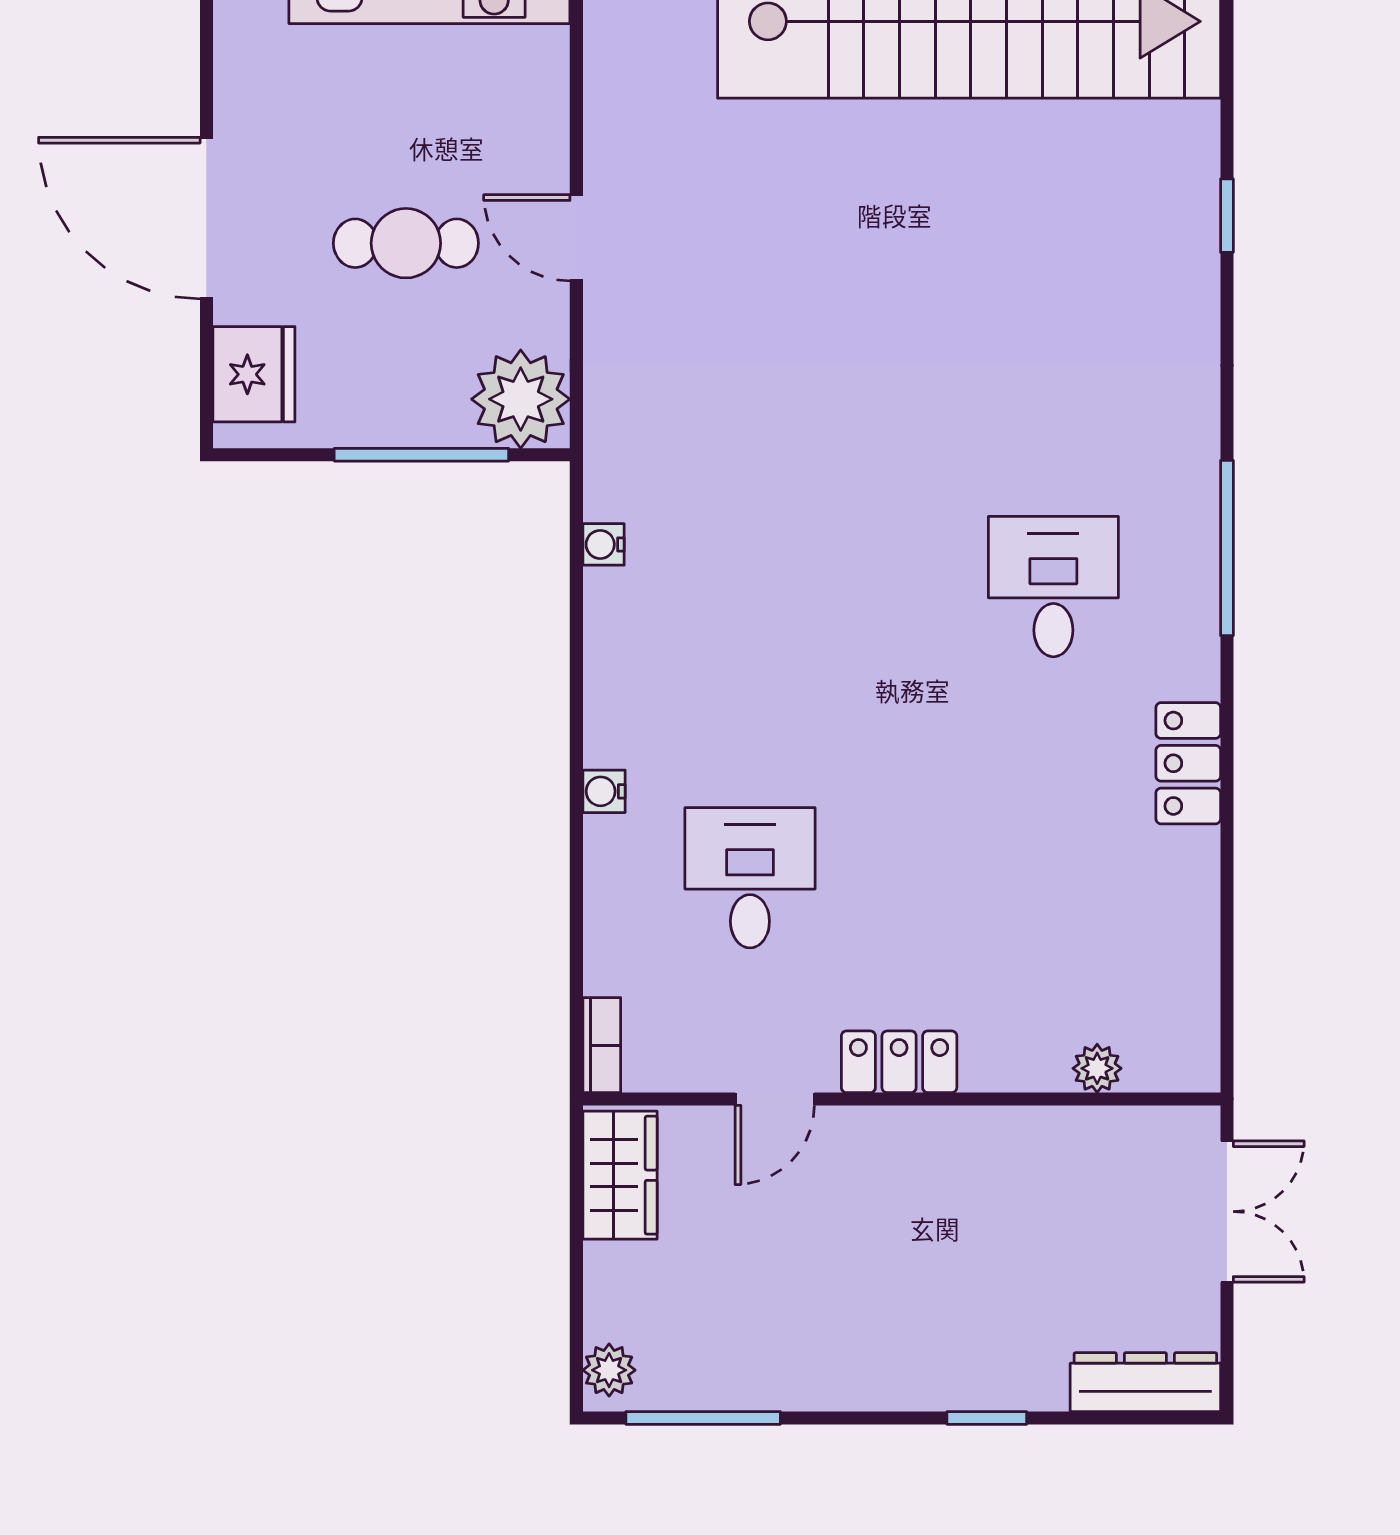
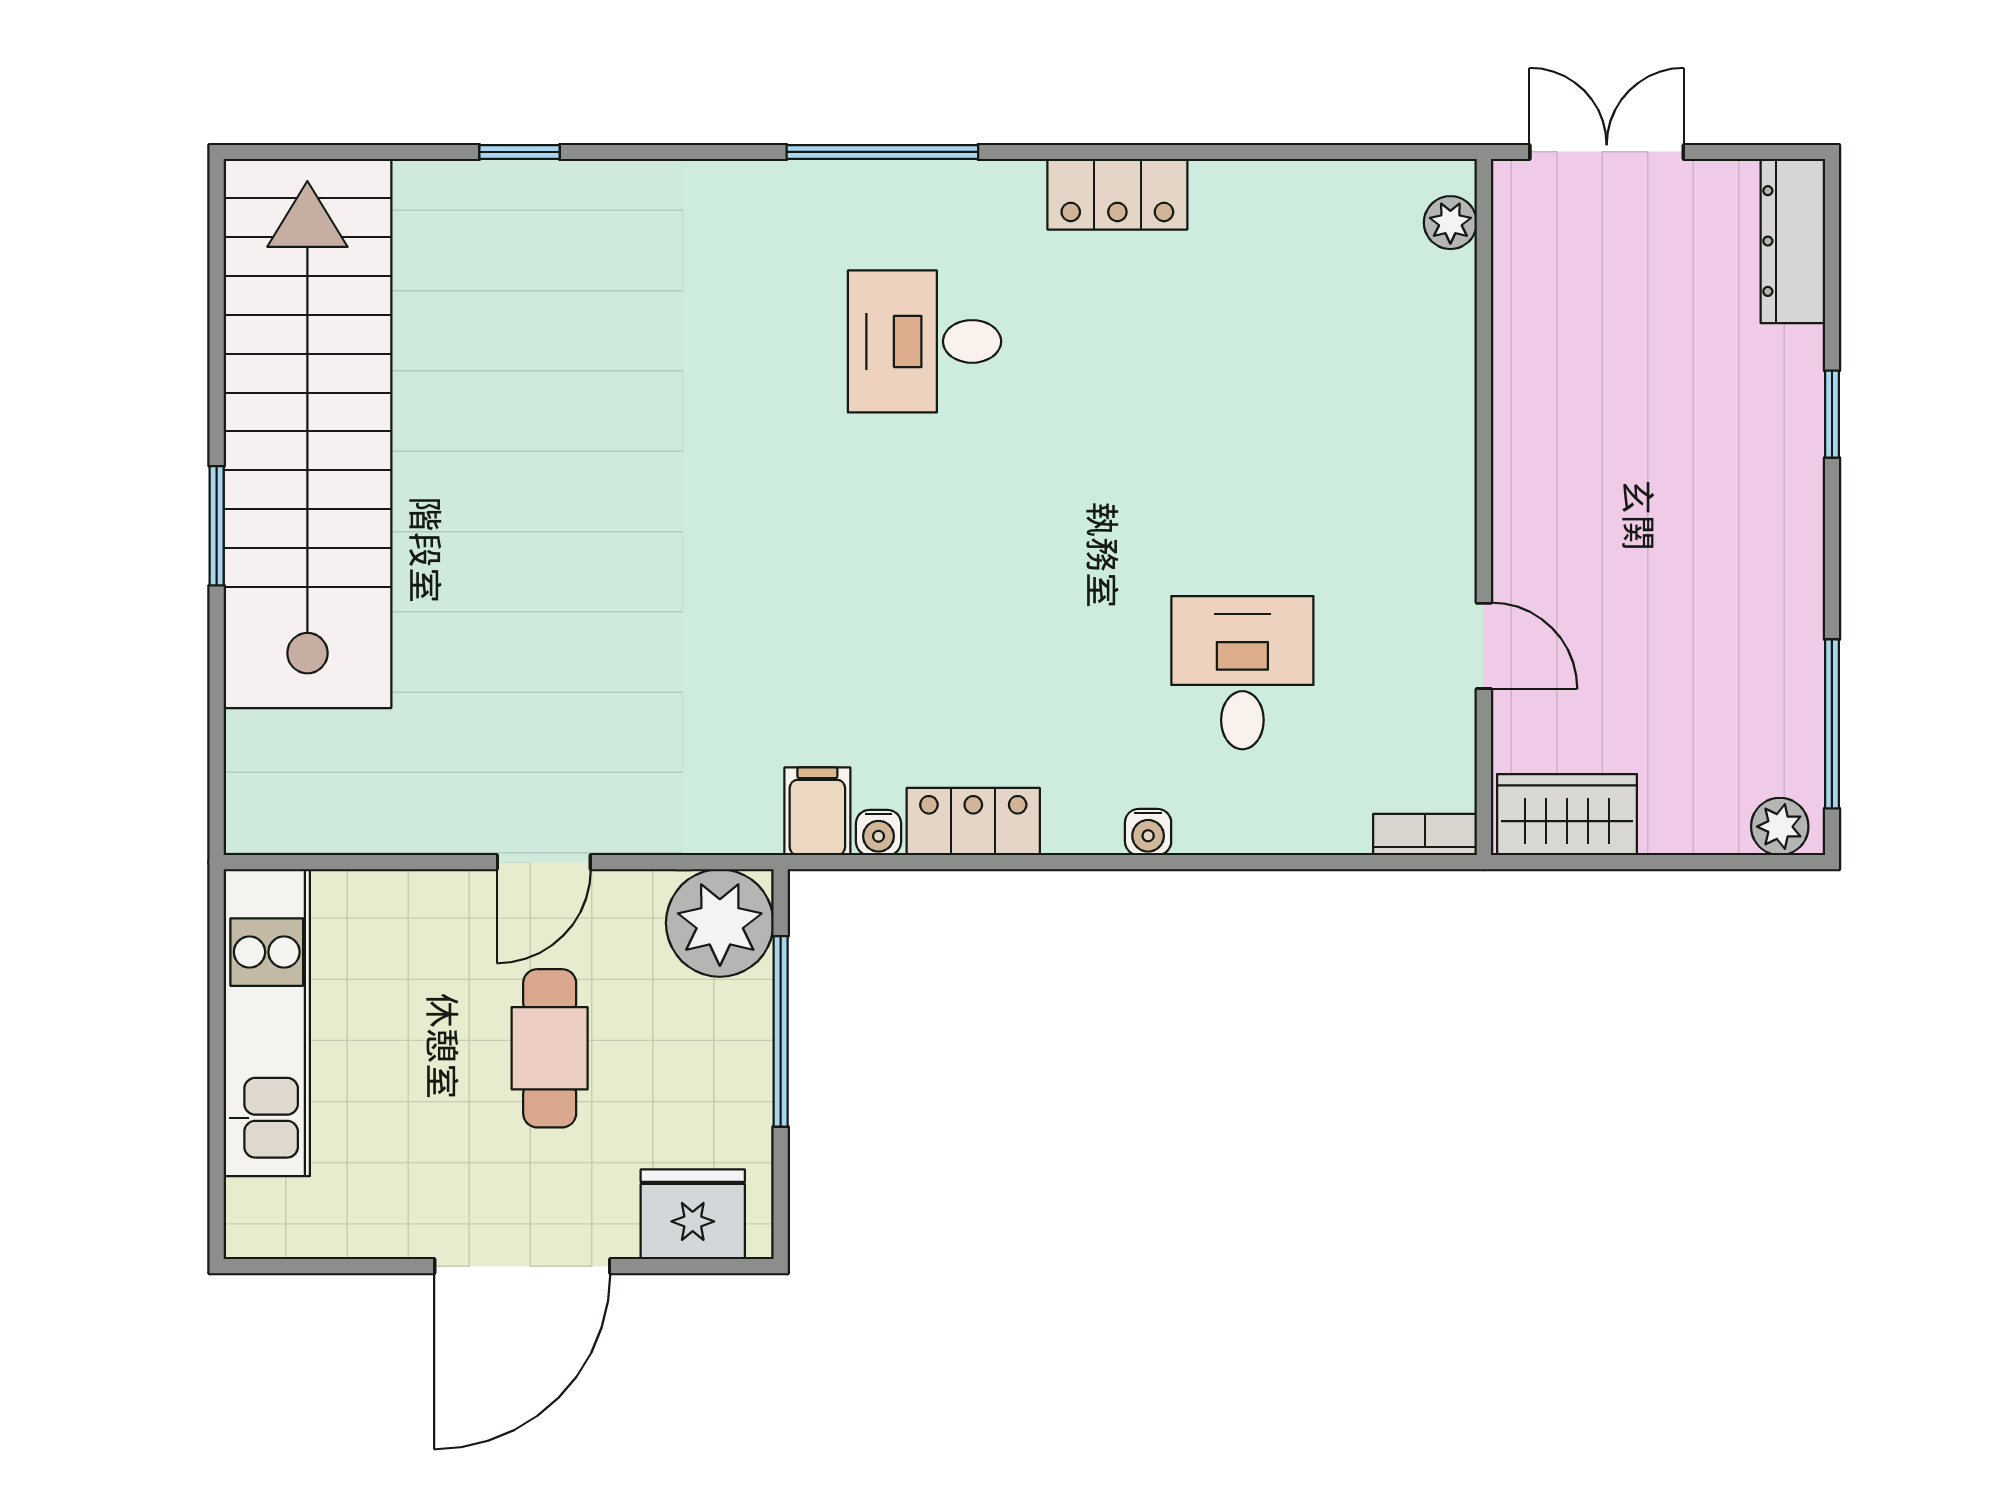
filing cabinet: (623, 488) -> (817, 811), added
desk: (750, 878) -> (1242, 673), turned 90
locker: (899, 1062) -> (973, 822), moved, turned 90
plant: (1097, 1068) -> (1450, 223), moved

